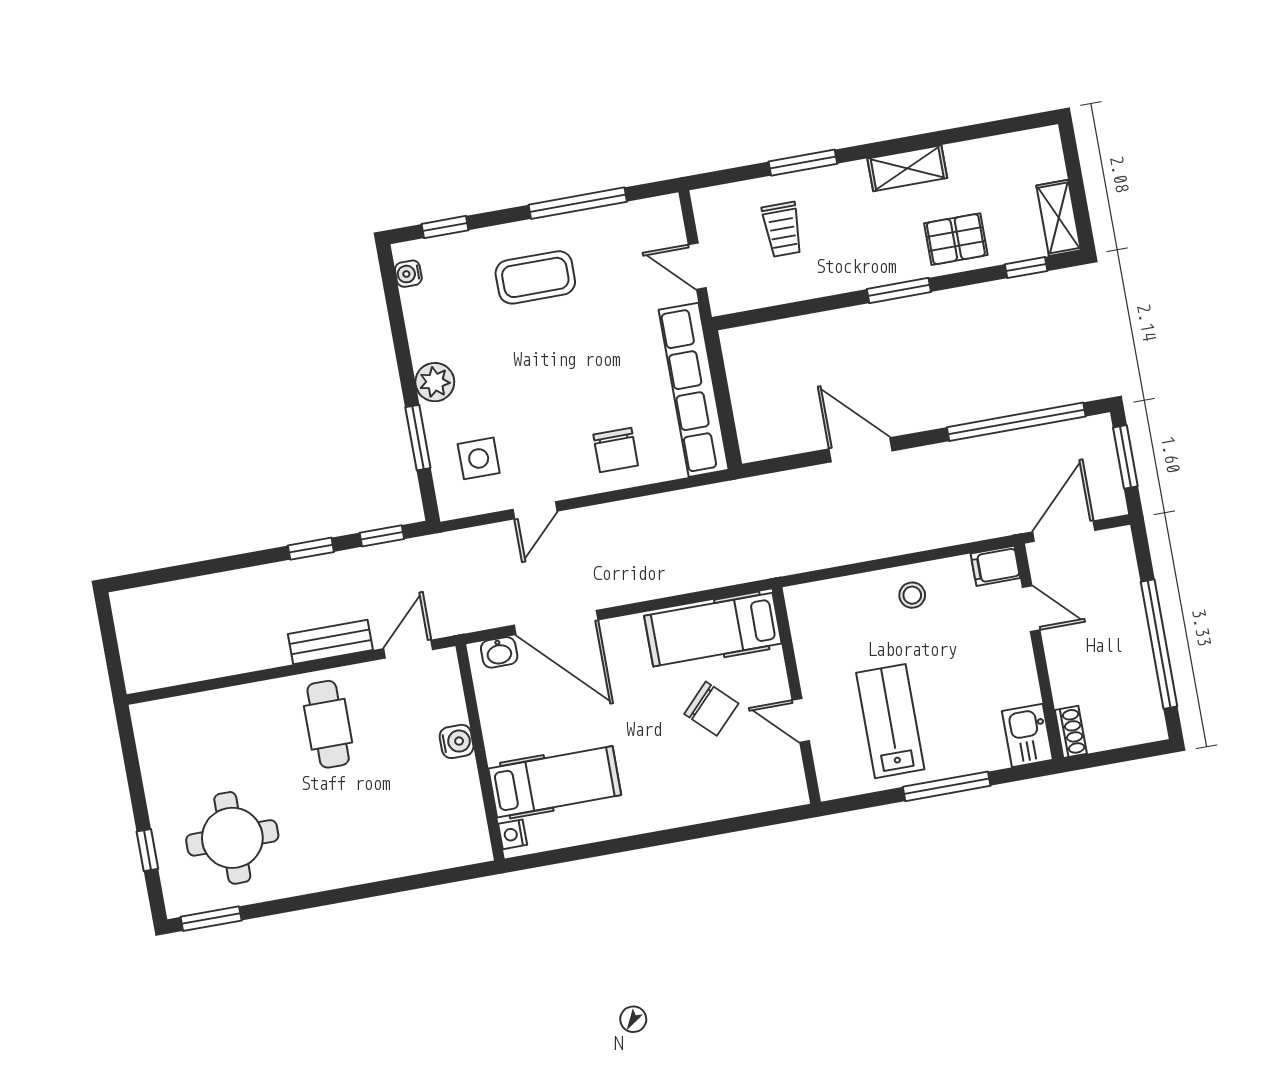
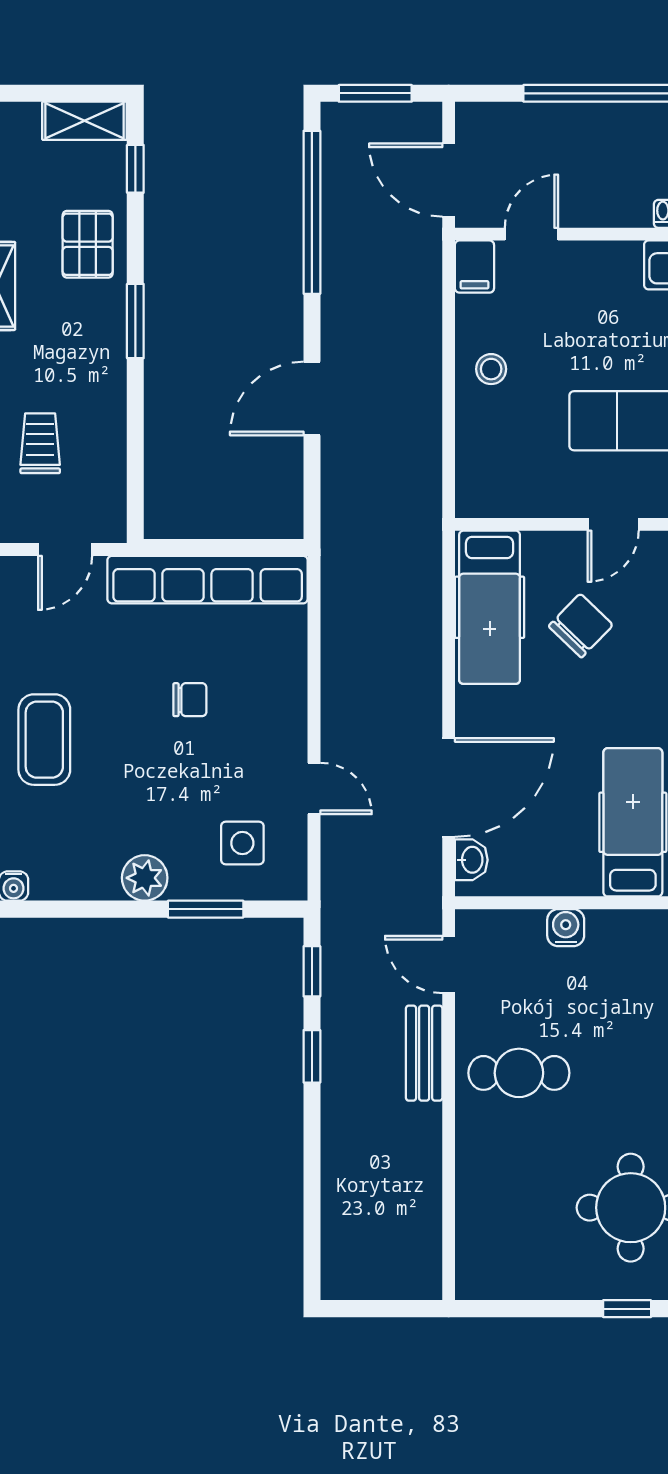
trolley: (782, 229) -> (40, 443), turned -90
chair: (616, 450) -> (190, 700), moved, width x0.73, depth x0.73

